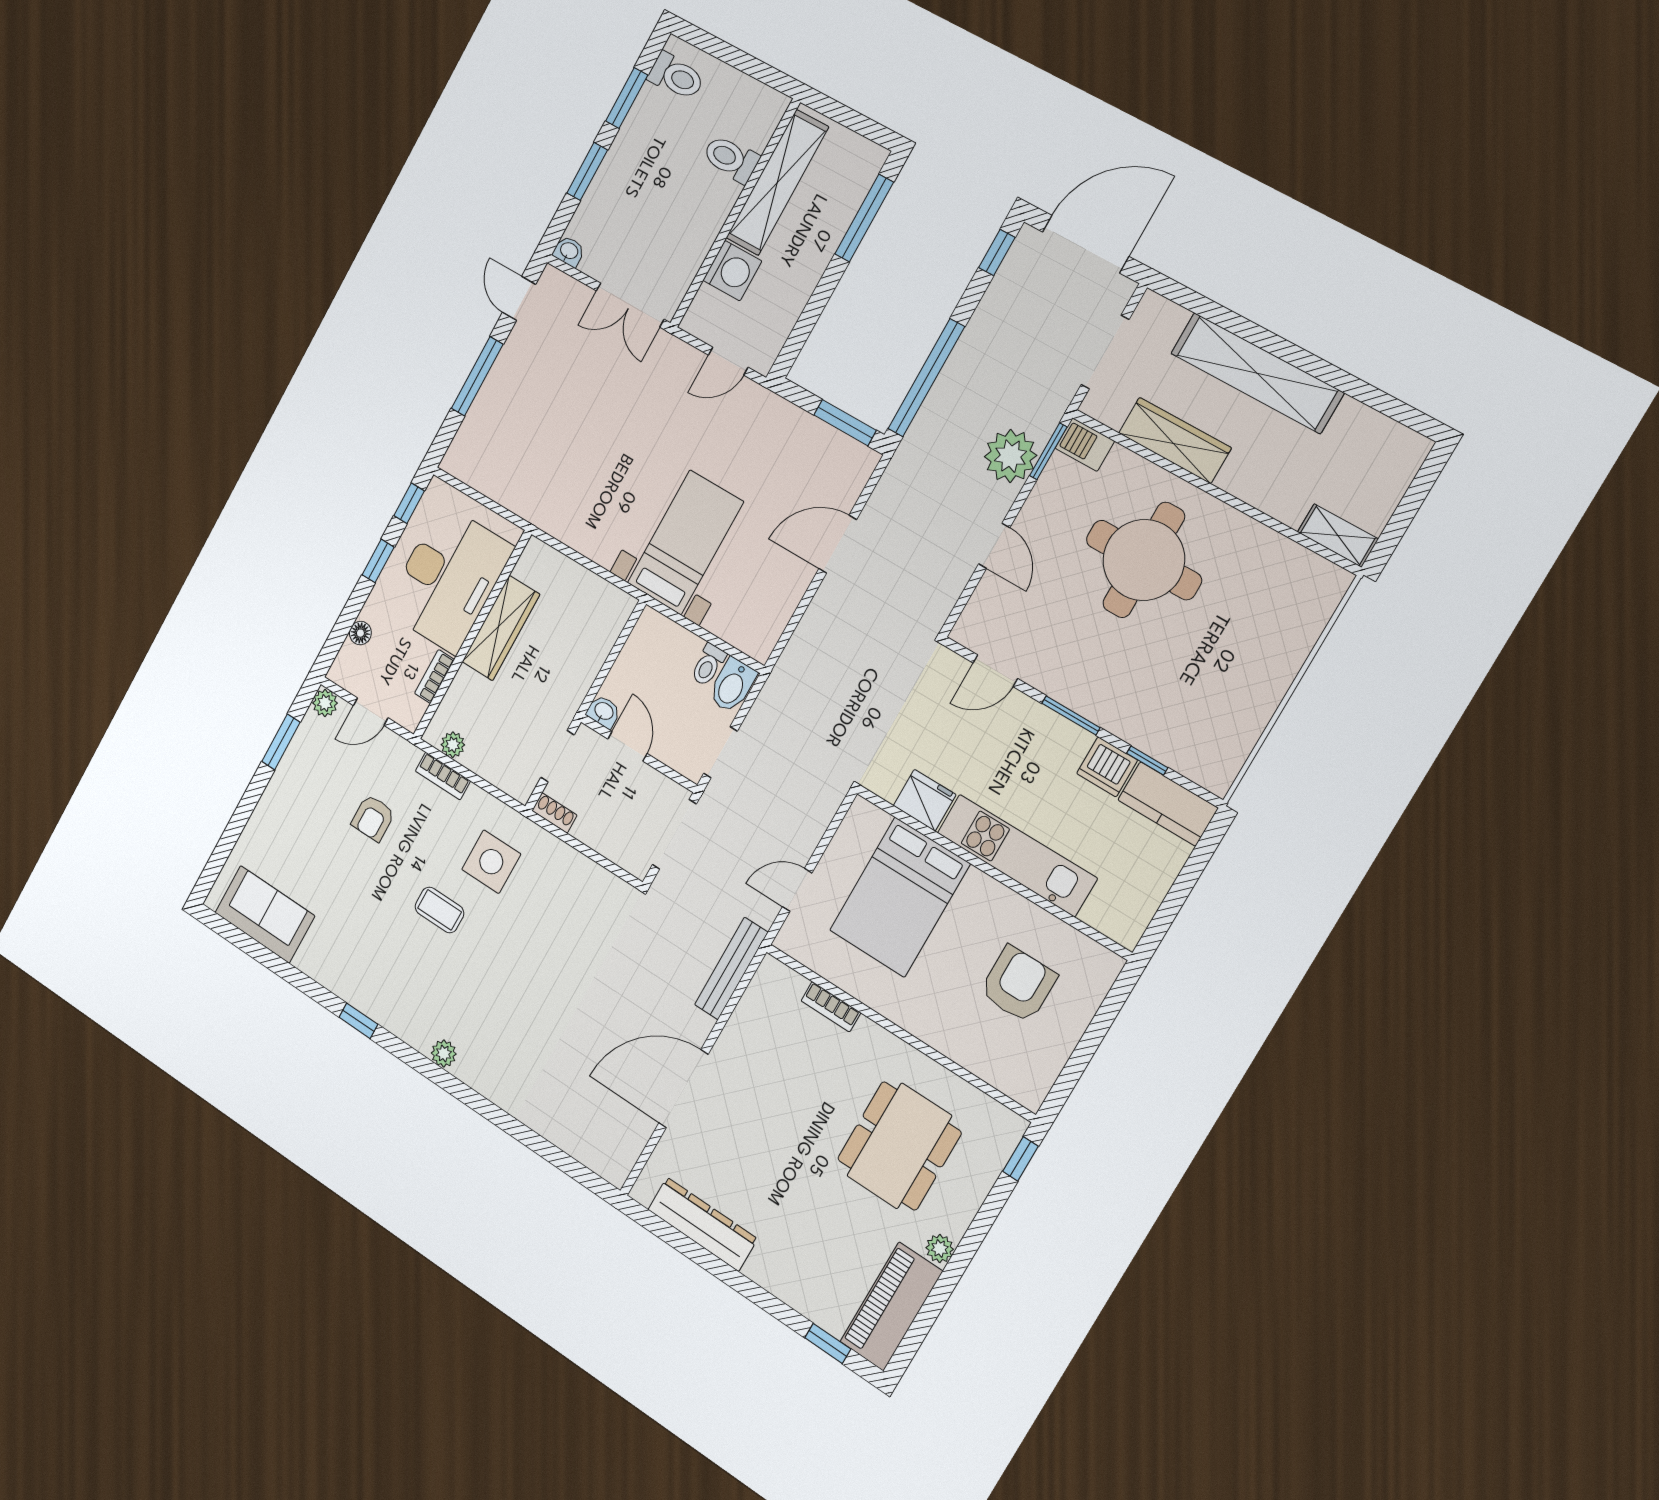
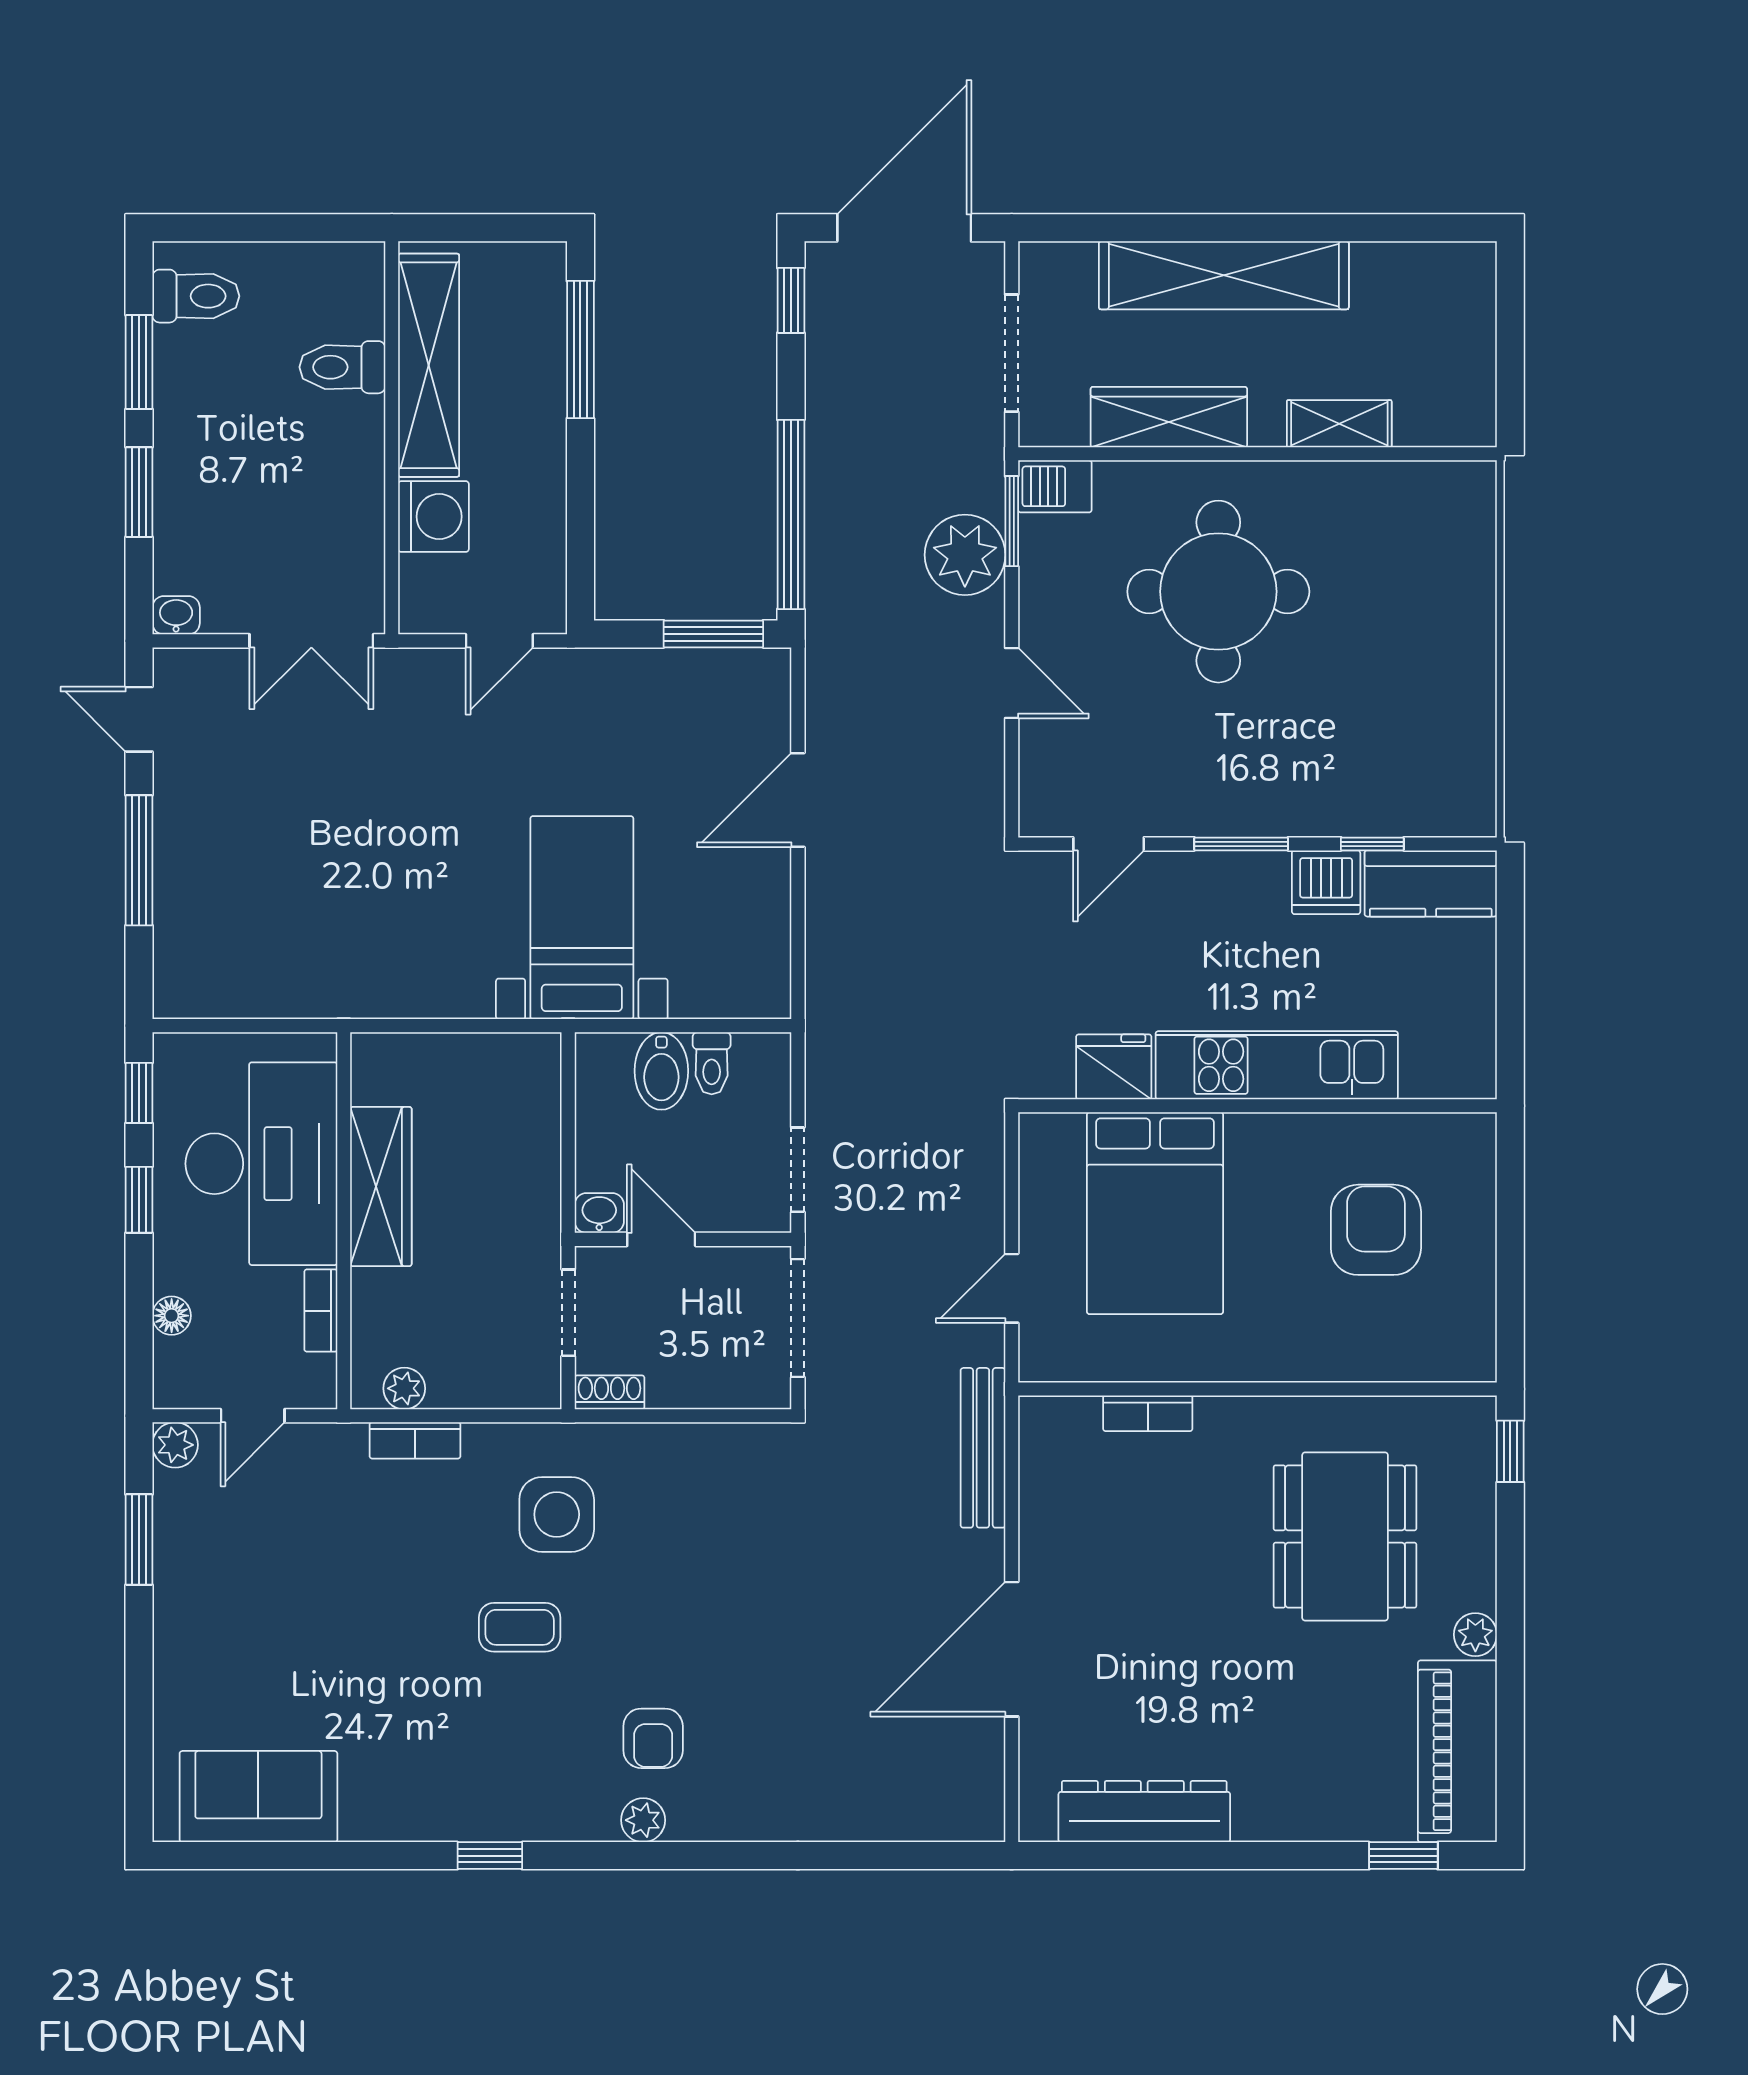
shelving: (1338, 535) -> (1339, 424), moved
bidet: (732, 685) -> (661, 1071), moved
armchair: (373, 818) -> (653, 1738), moved

